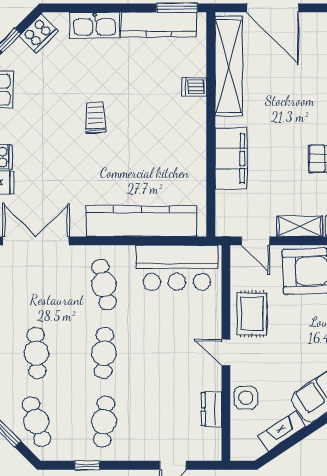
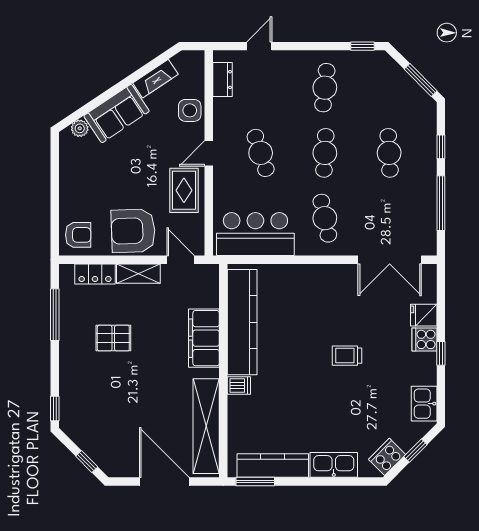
dishwasher: (194, 87) -> (239, 386), moved
trolley: (95, 117) -> (347, 356), moved, turned 92
kitchen counter: (141, 221) -> (242, 322), moved, turned -90
door: (226, 353) -> (209, 153), swing flipped
dresser: (211, 409) -> (223, 80), moved
cafe table: (36, 422) -> (261, 153), moved
window: (87, 465) -> (363, 46), moved

